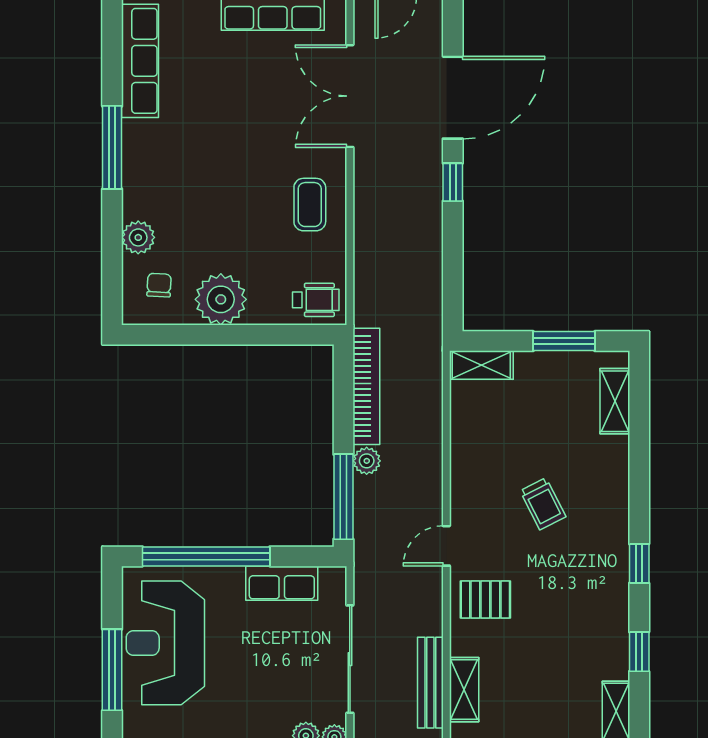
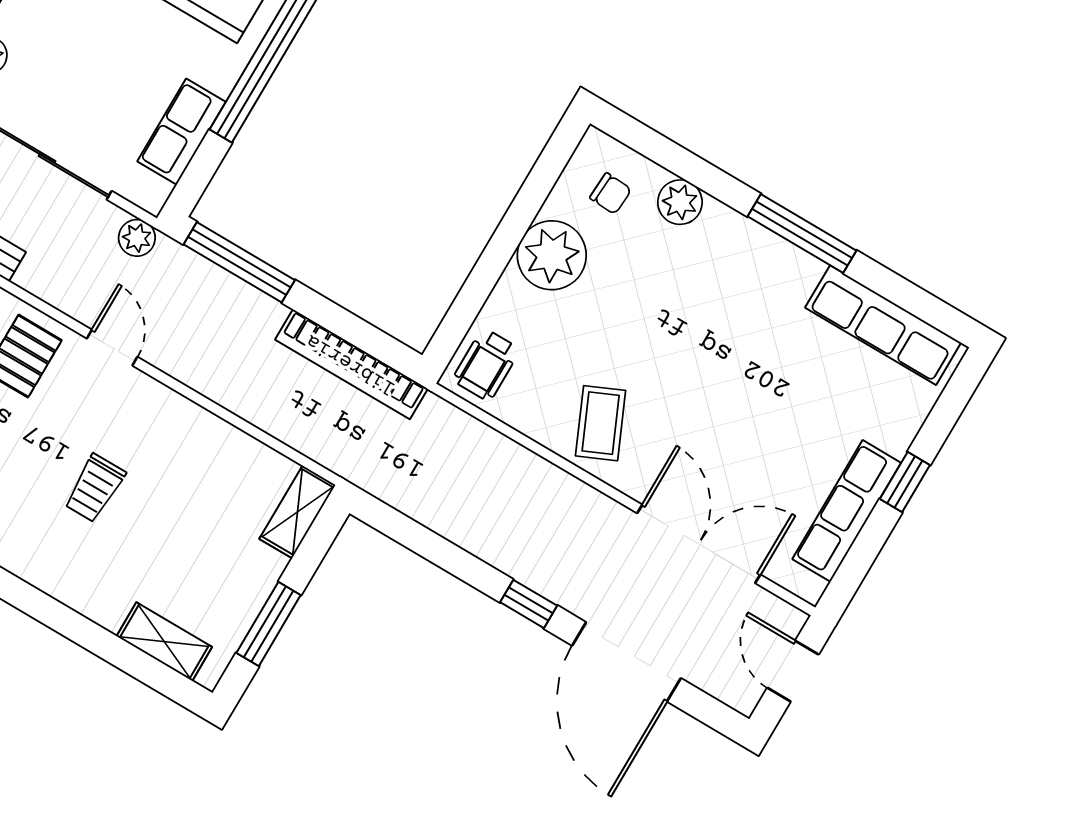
coffee table: (310, 205) -> (601, 423), turned 66
plant: (367, 461) -> (137, 238), moved
trolley: (543, 504) -> (95, 488), turned -63

